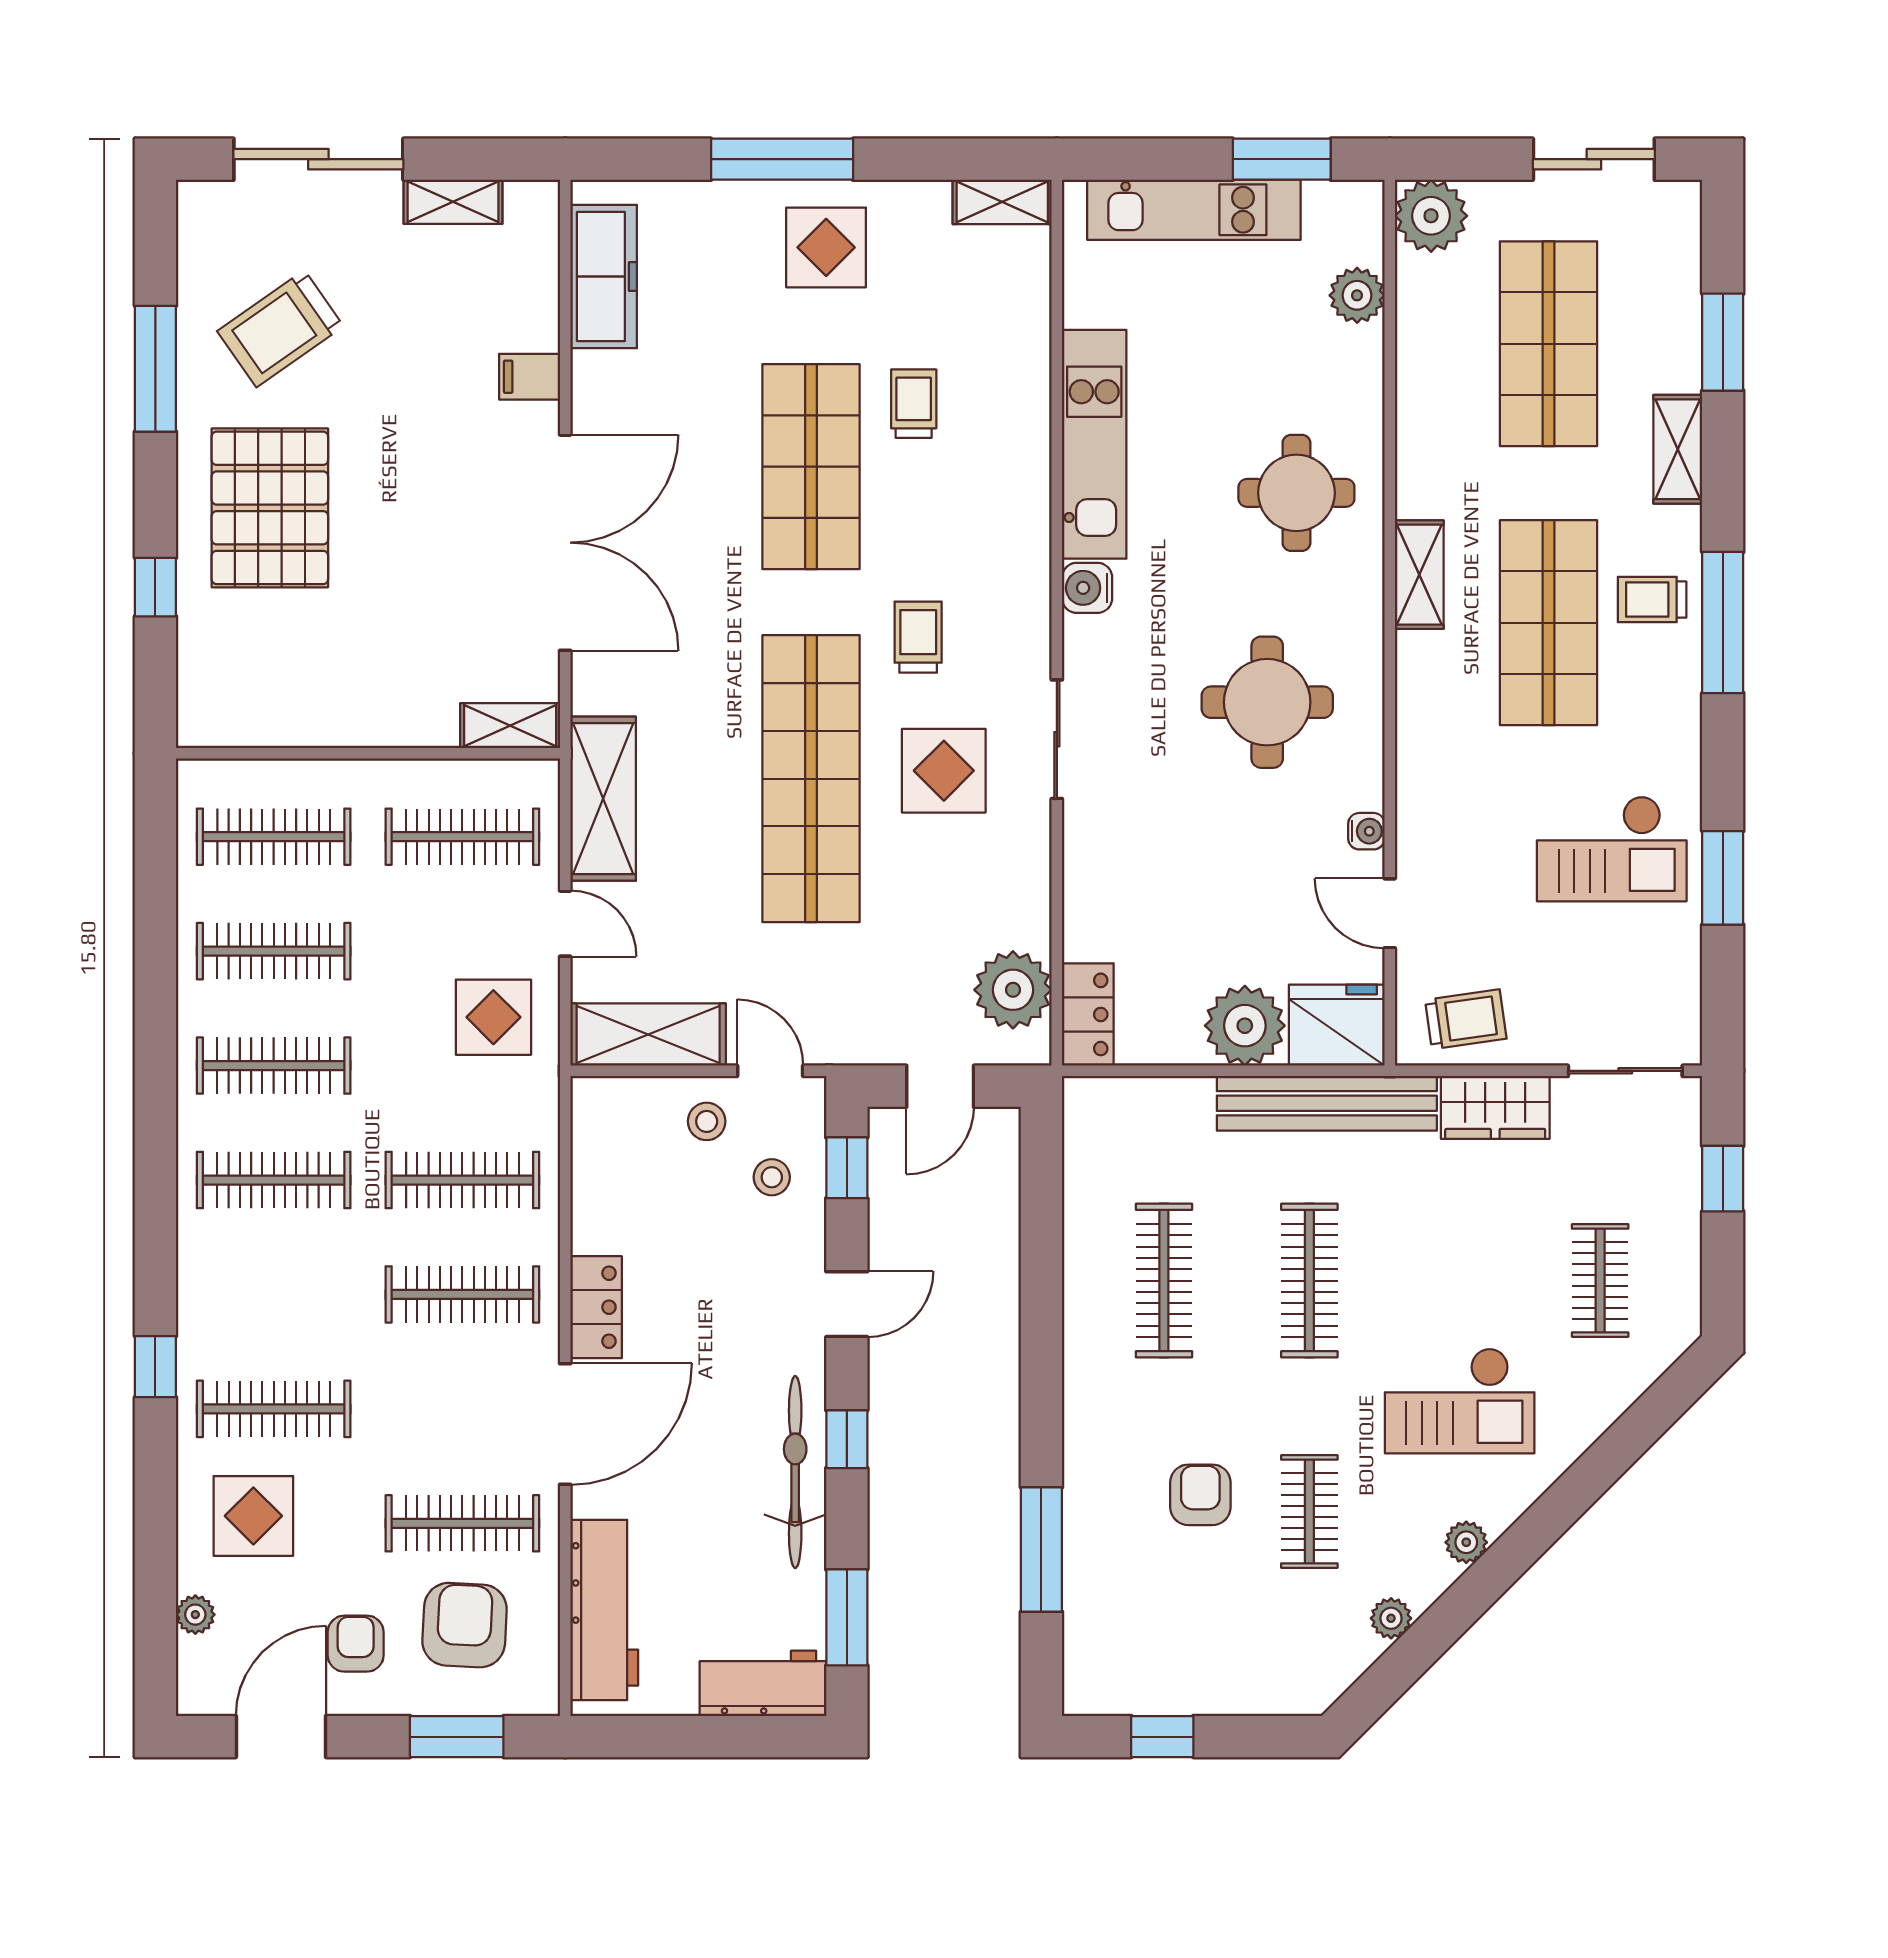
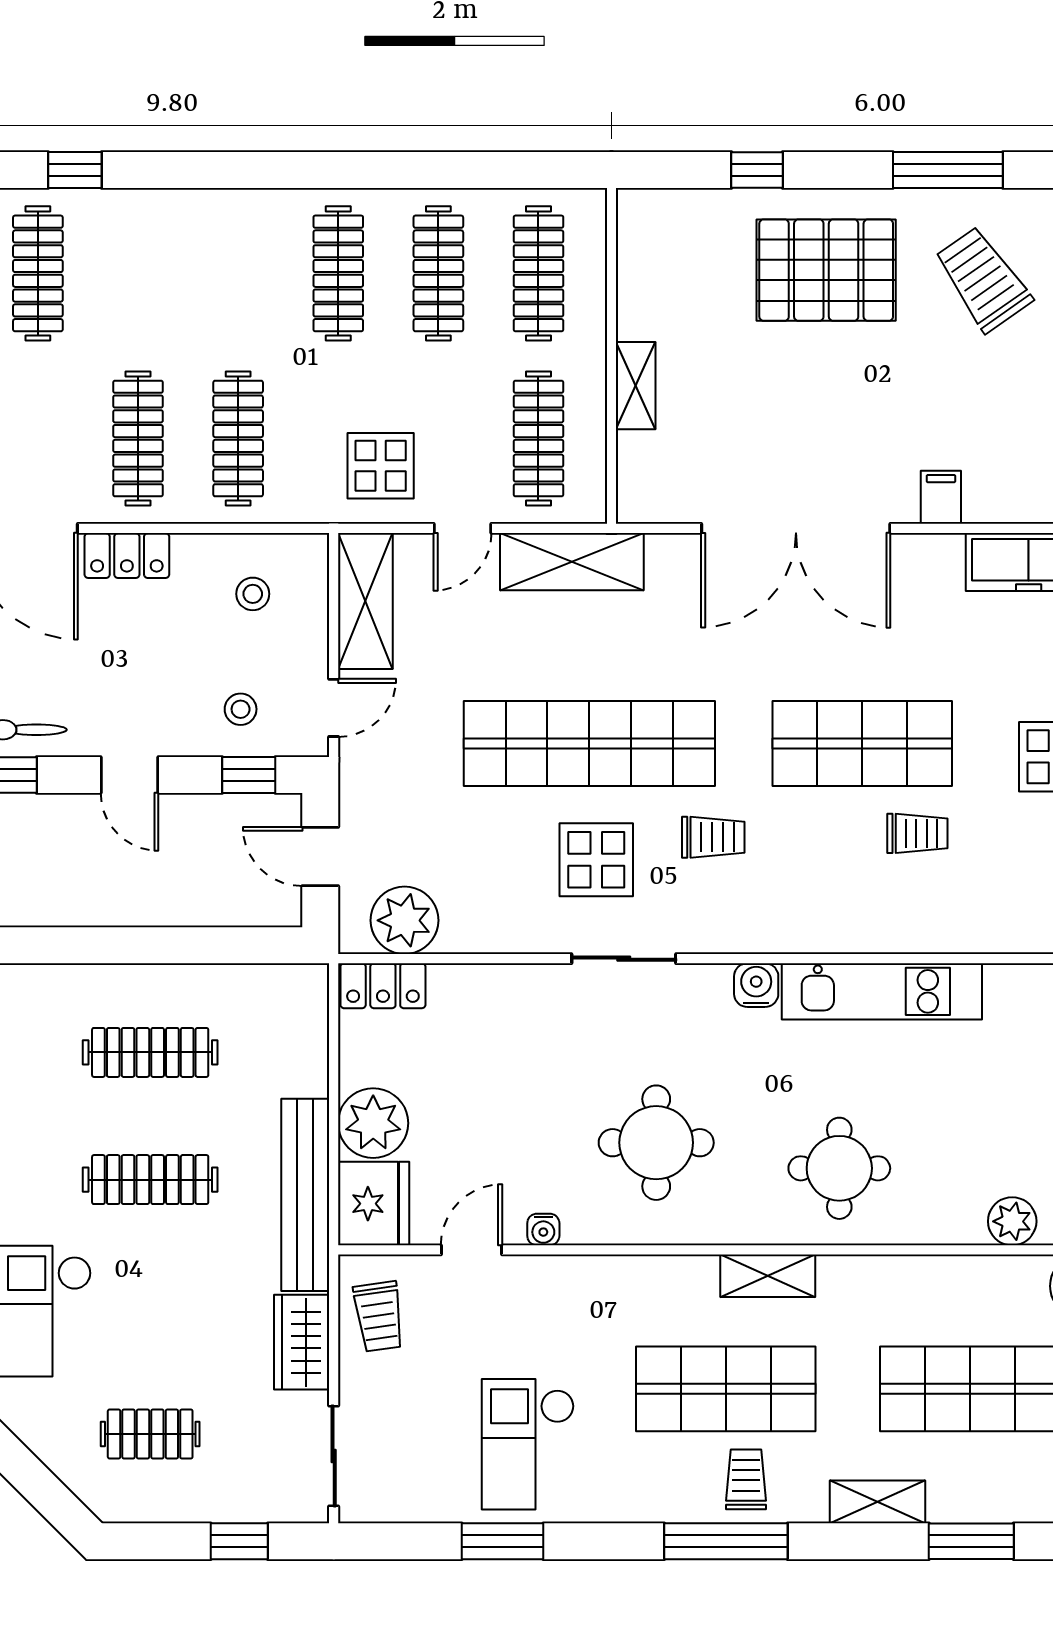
shelving: (510, 726) -> (636, 386), moved
stool: (707, 1121) -> (253, 594), moved
clothes rail: (274, 1180) -> (238, 273), removed

